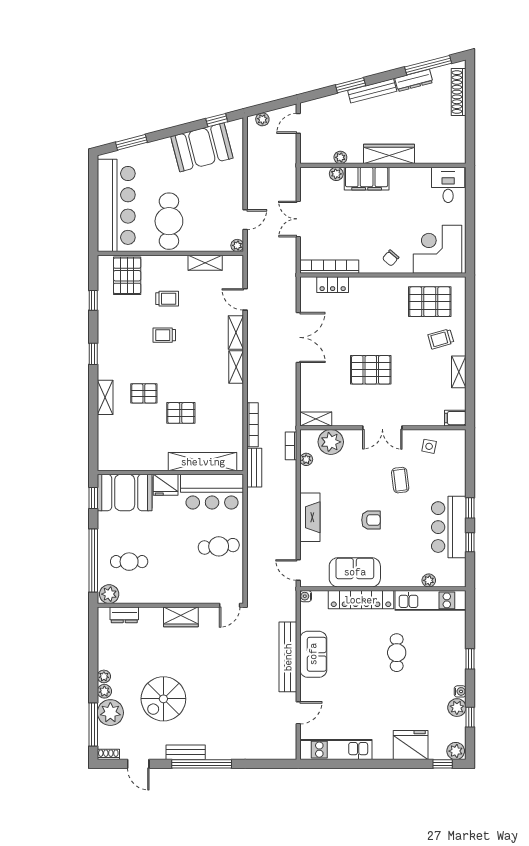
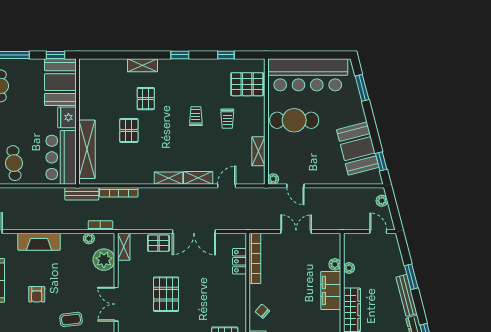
pallet: (312, 379) -> (158, 243), added

